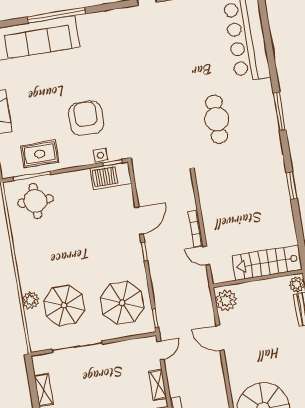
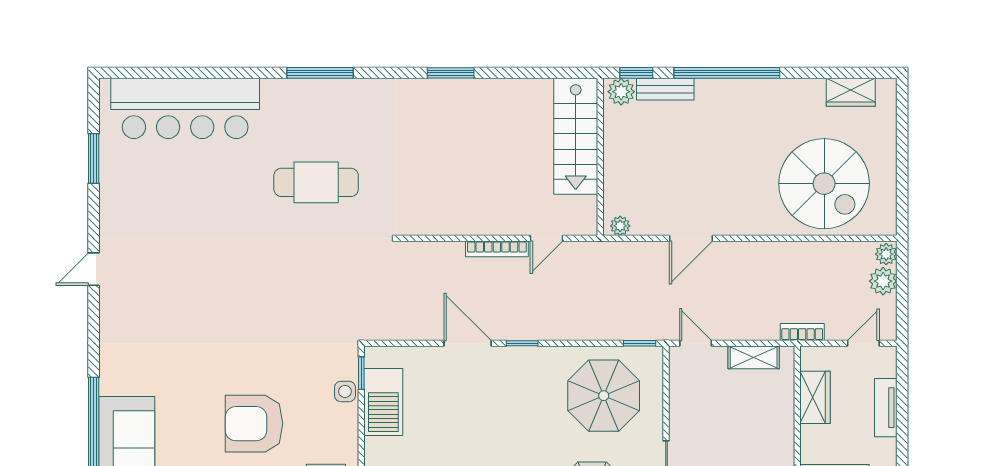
armchair: (86, 118) -> (254, 424), moved
barbecue: (111, 176) -> (383, 402), moved
plant: (226, 300) -> (620, 226), width x0.53, depth x0.53

